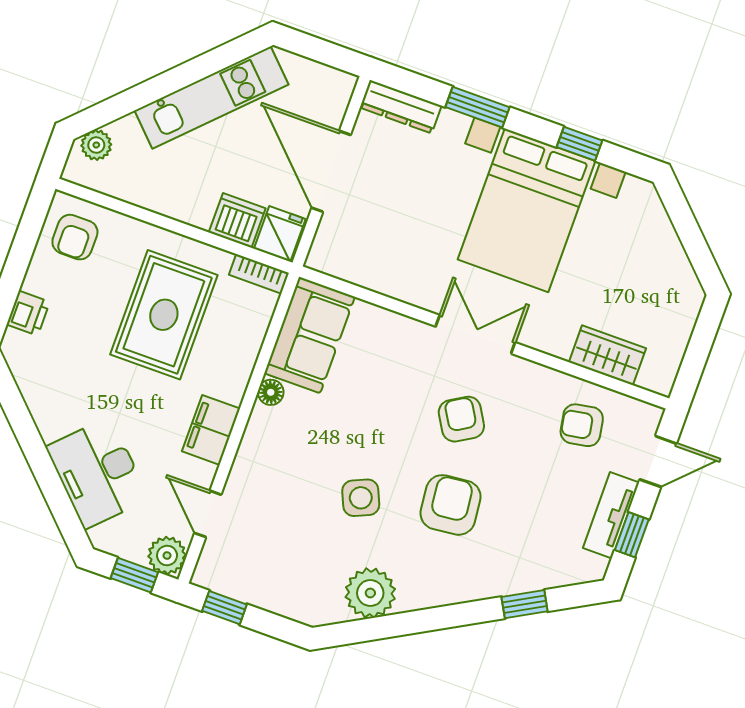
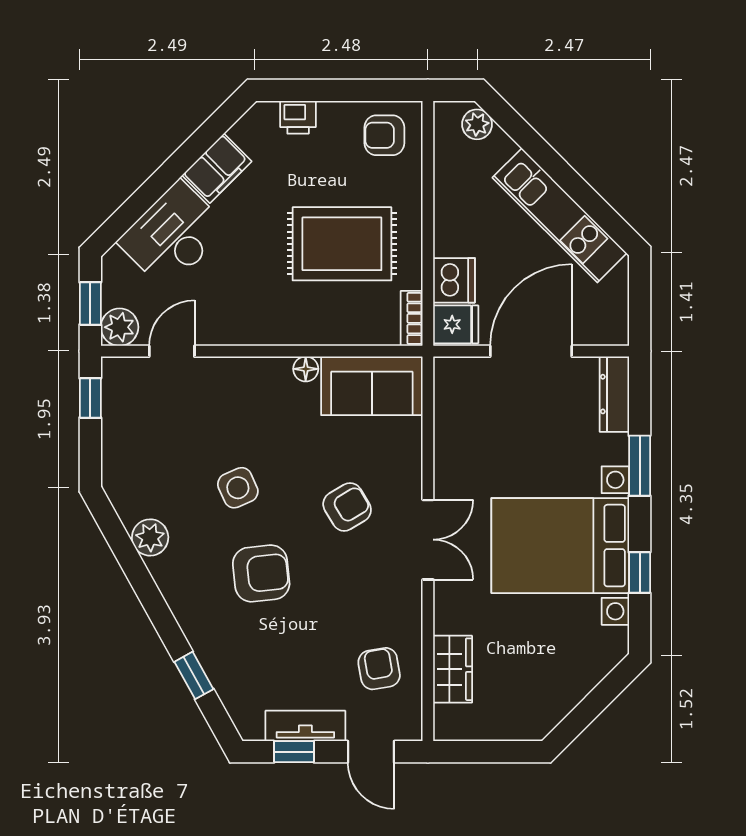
armchair: (461, 419) -> (347, 507), moved
filing cabinet: (211, 430) -> (217, 168), moved, turned 135
plant: (370, 593) -> (150, 537), width x0.73, depth x0.73

